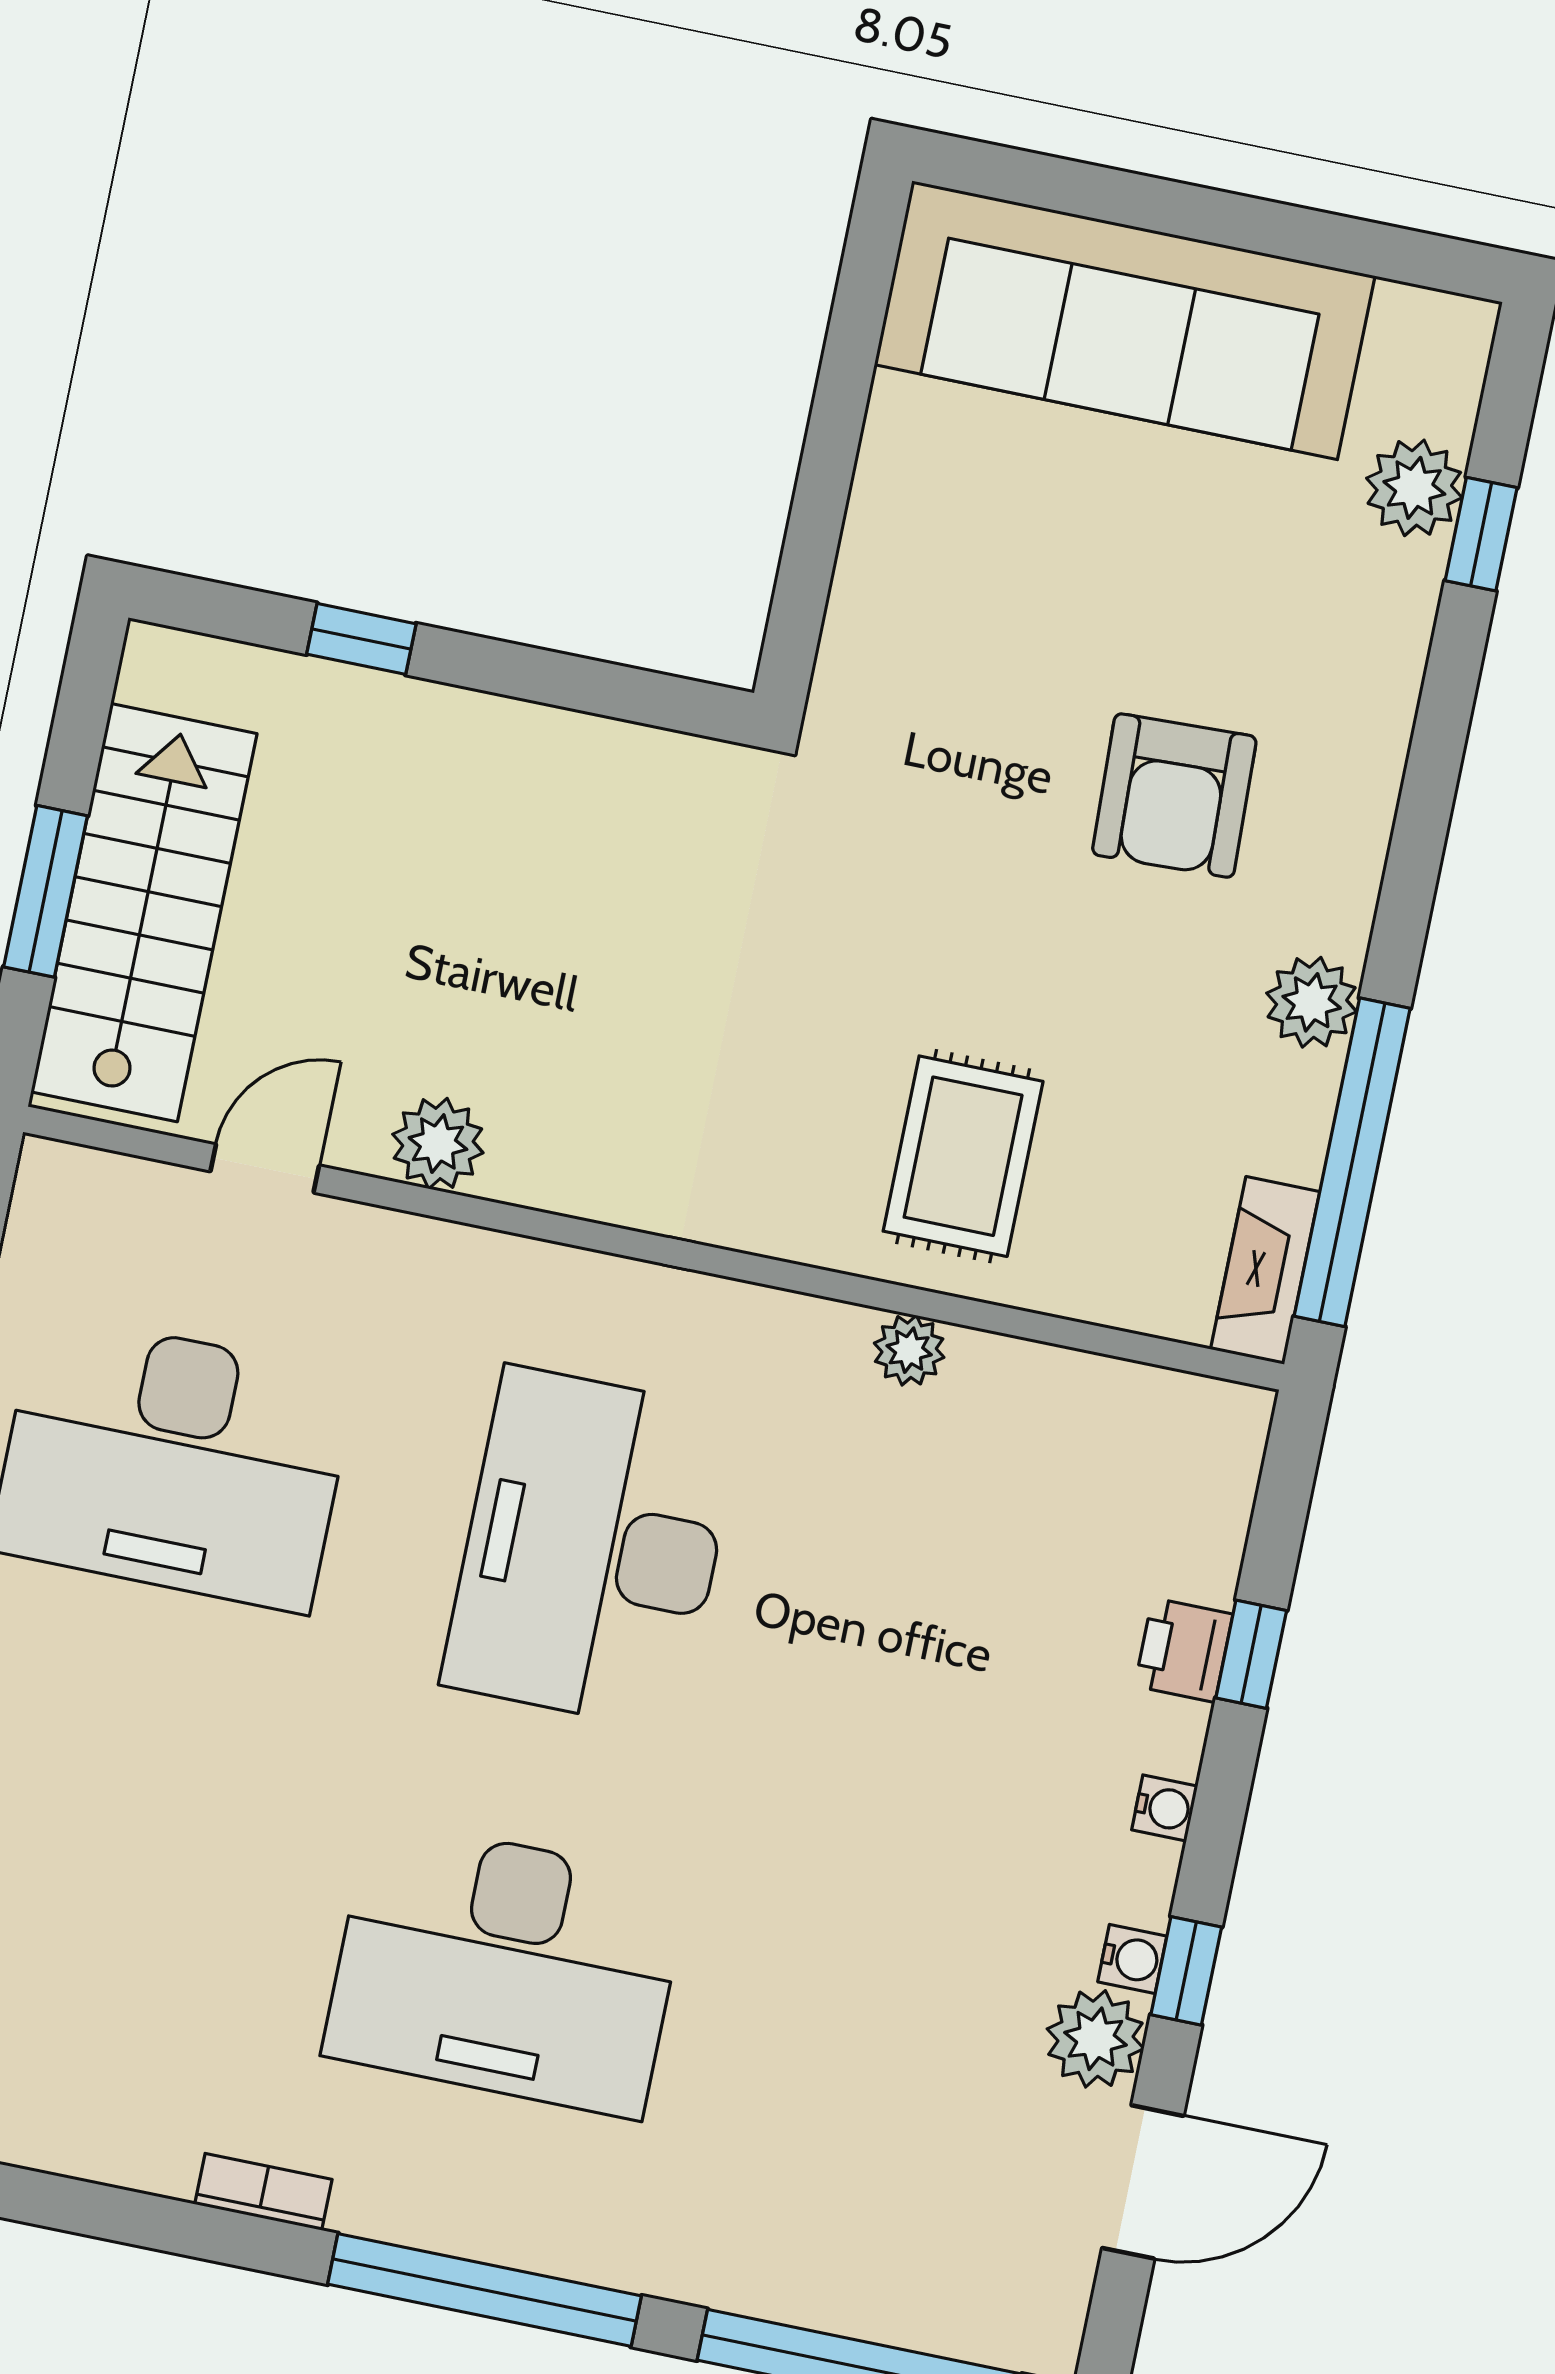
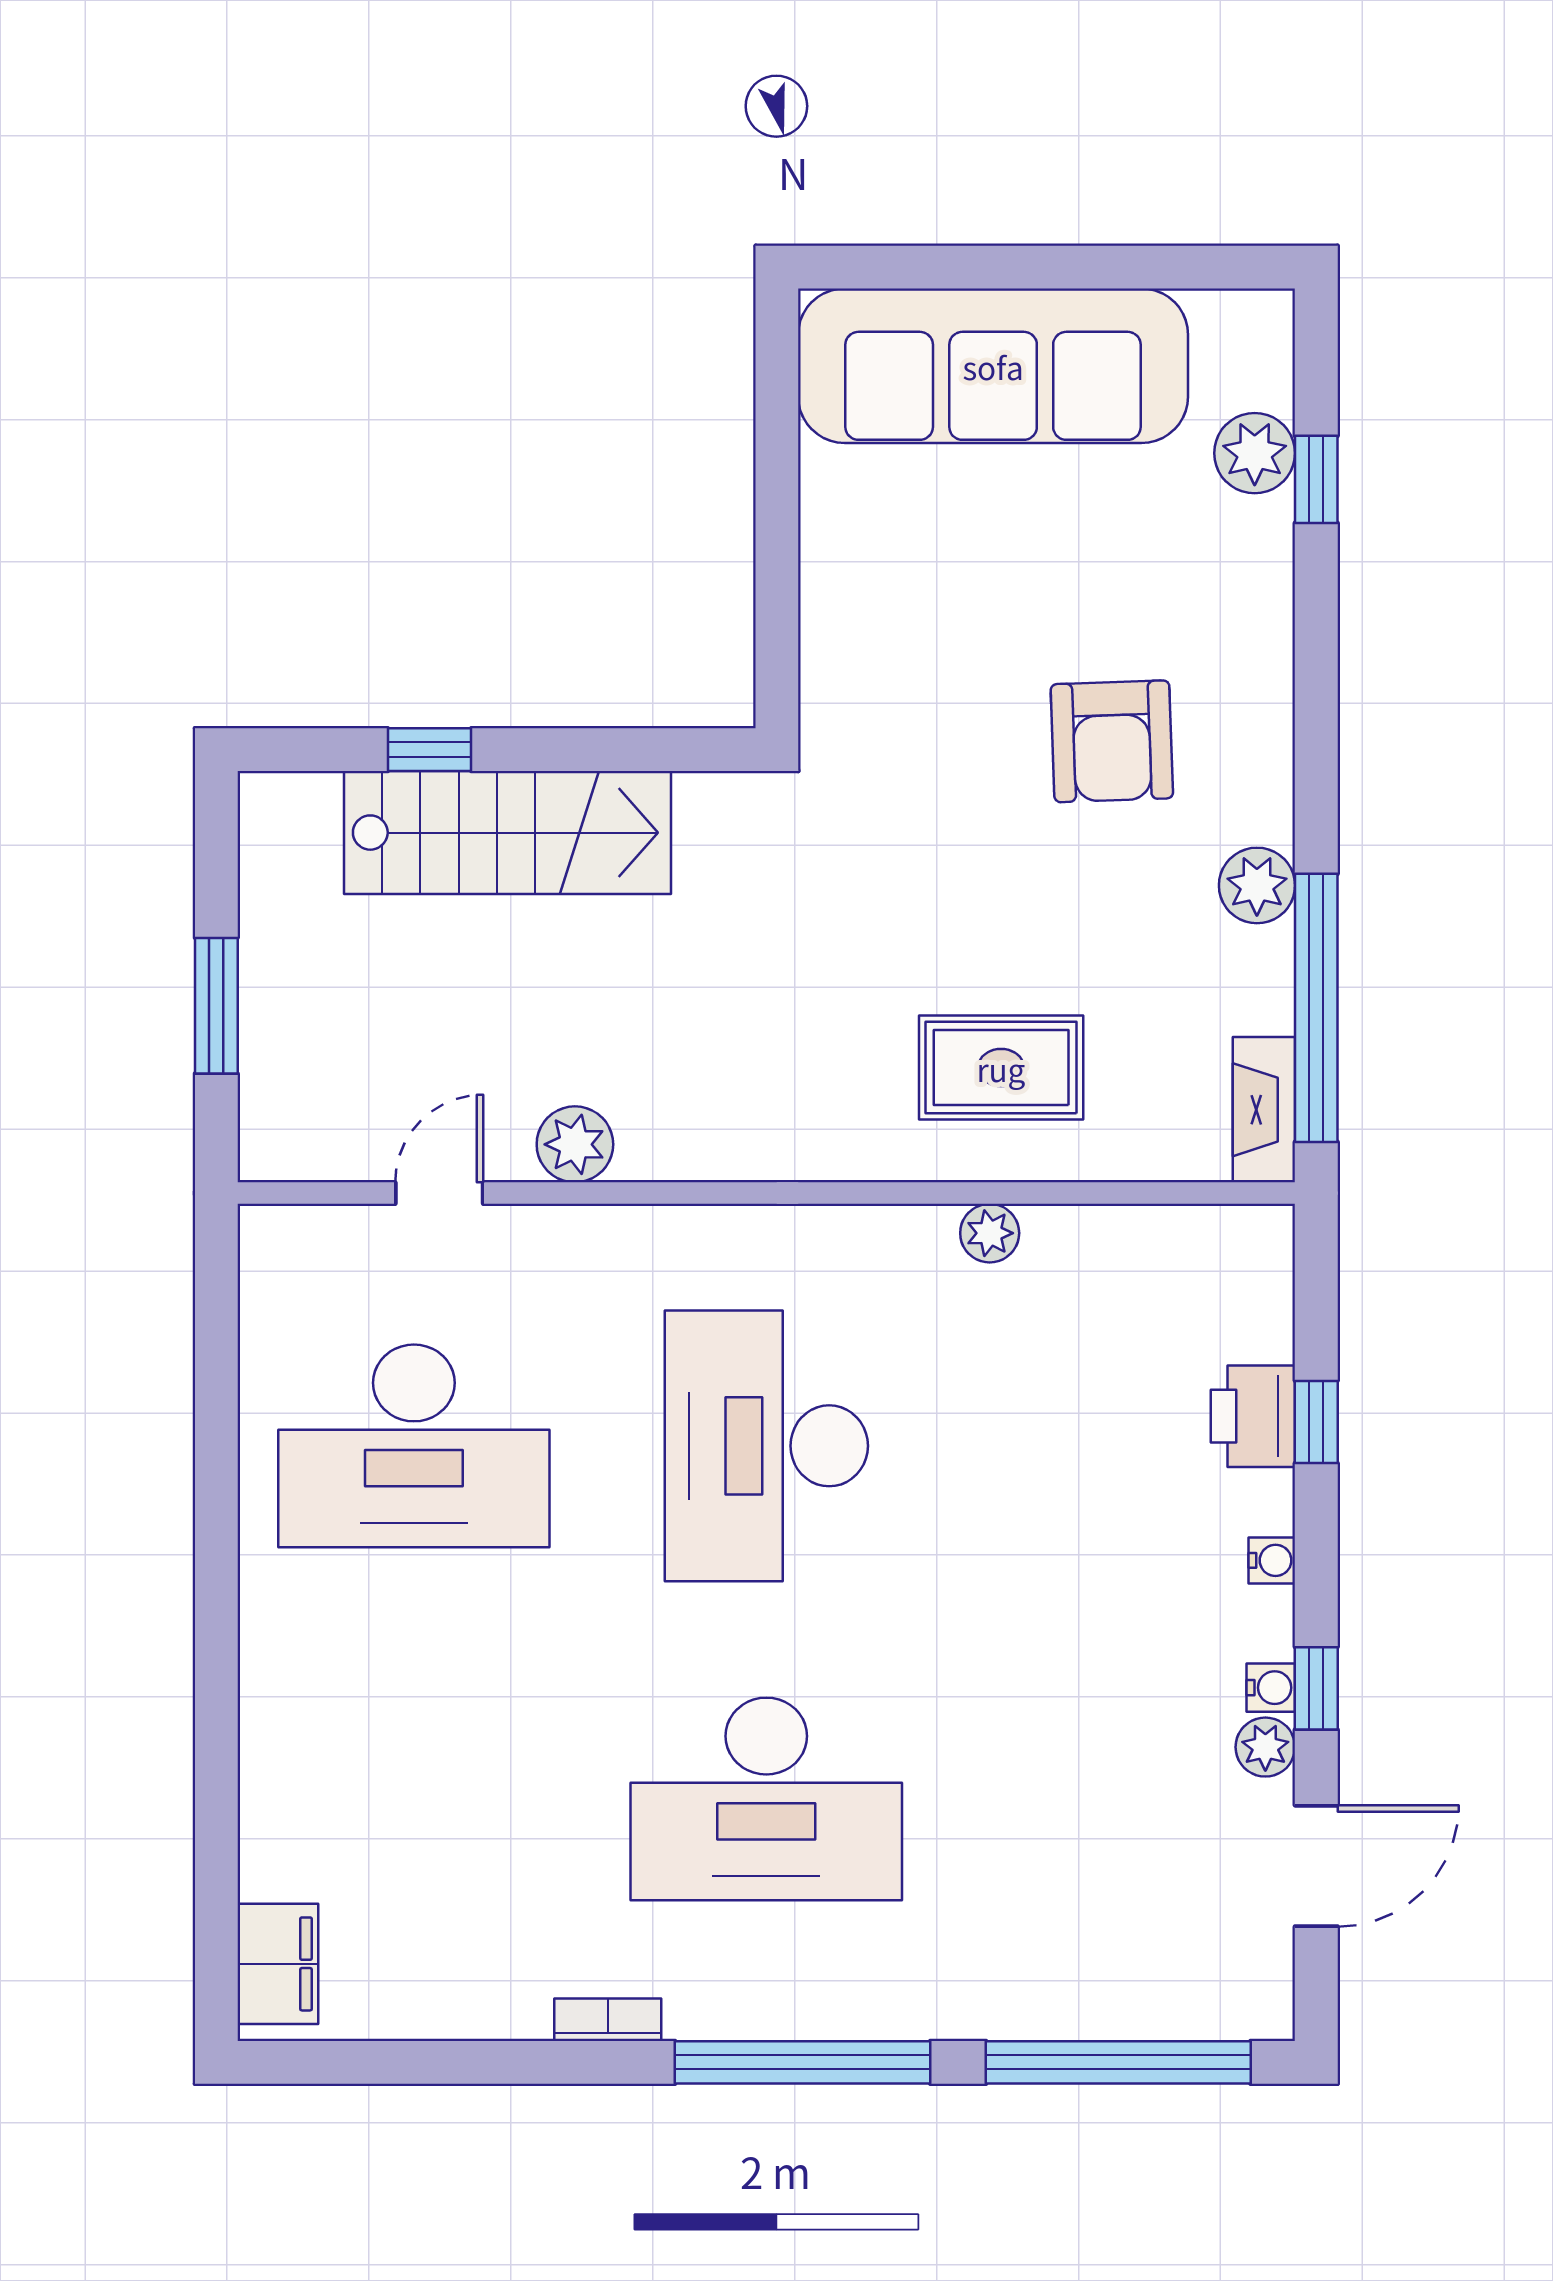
stairs: (144, 913) -> (508, 833), moved, turned 90
rug: (963, 1156) -> (1001, 1068), turned 90
printer: (1184, 1650) -> (1253, 1416), width x1.36, depth x1.24
plant: (1095, 2039) -> (1265, 1747), width x0.73, depth x0.73

